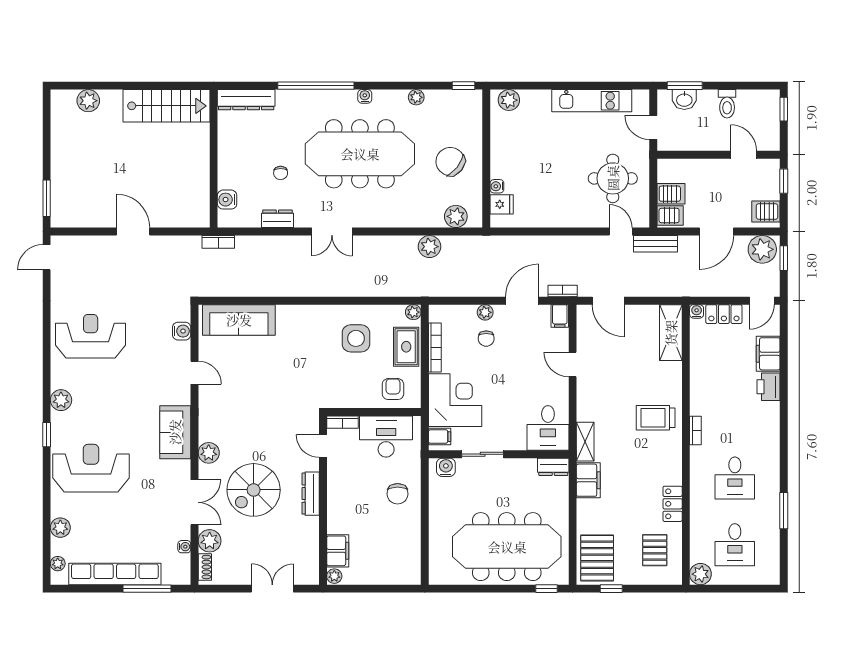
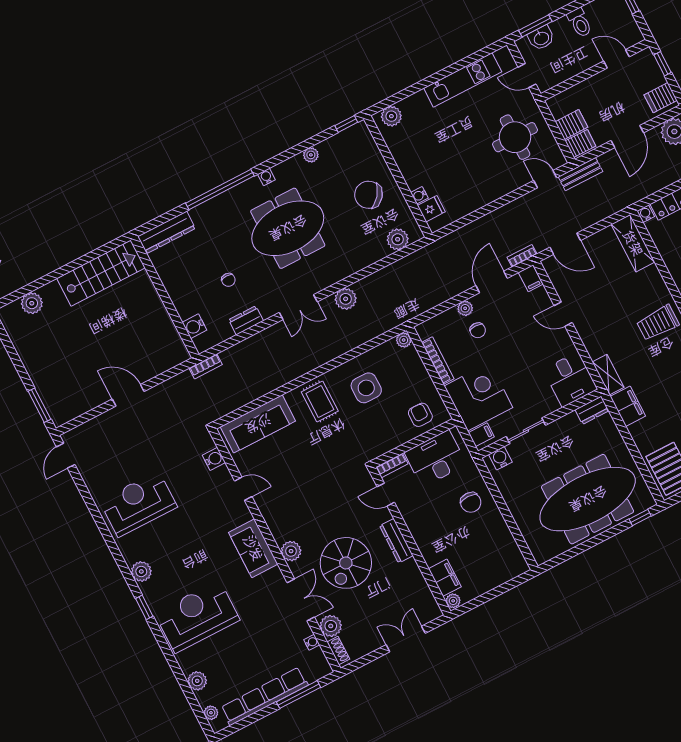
meeting table: (360, 154) -> (288, 228), width x0.73
plant: (430, 247) -> (346, 299), moved
rug: (406, 347) -> (320, 402), moved

